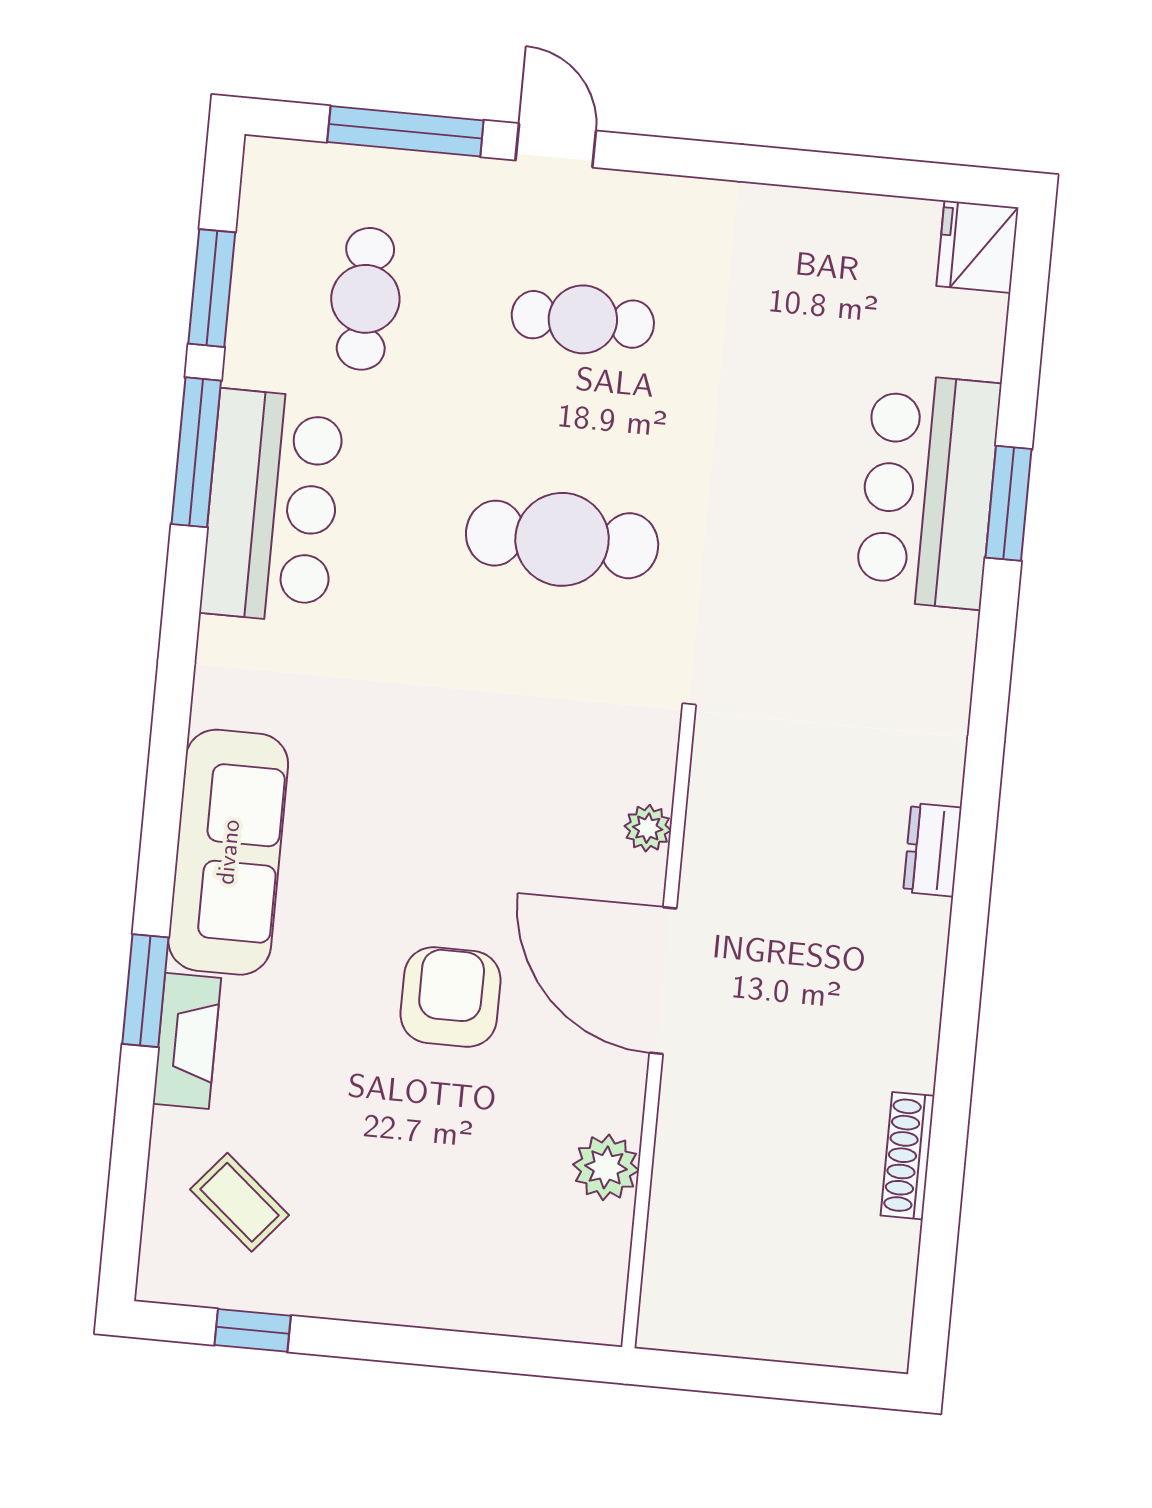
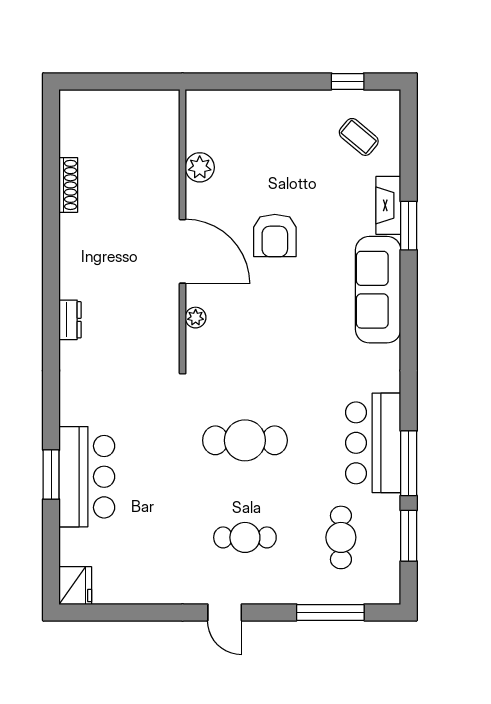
door: (556, 145) -> (225, 612), moved

